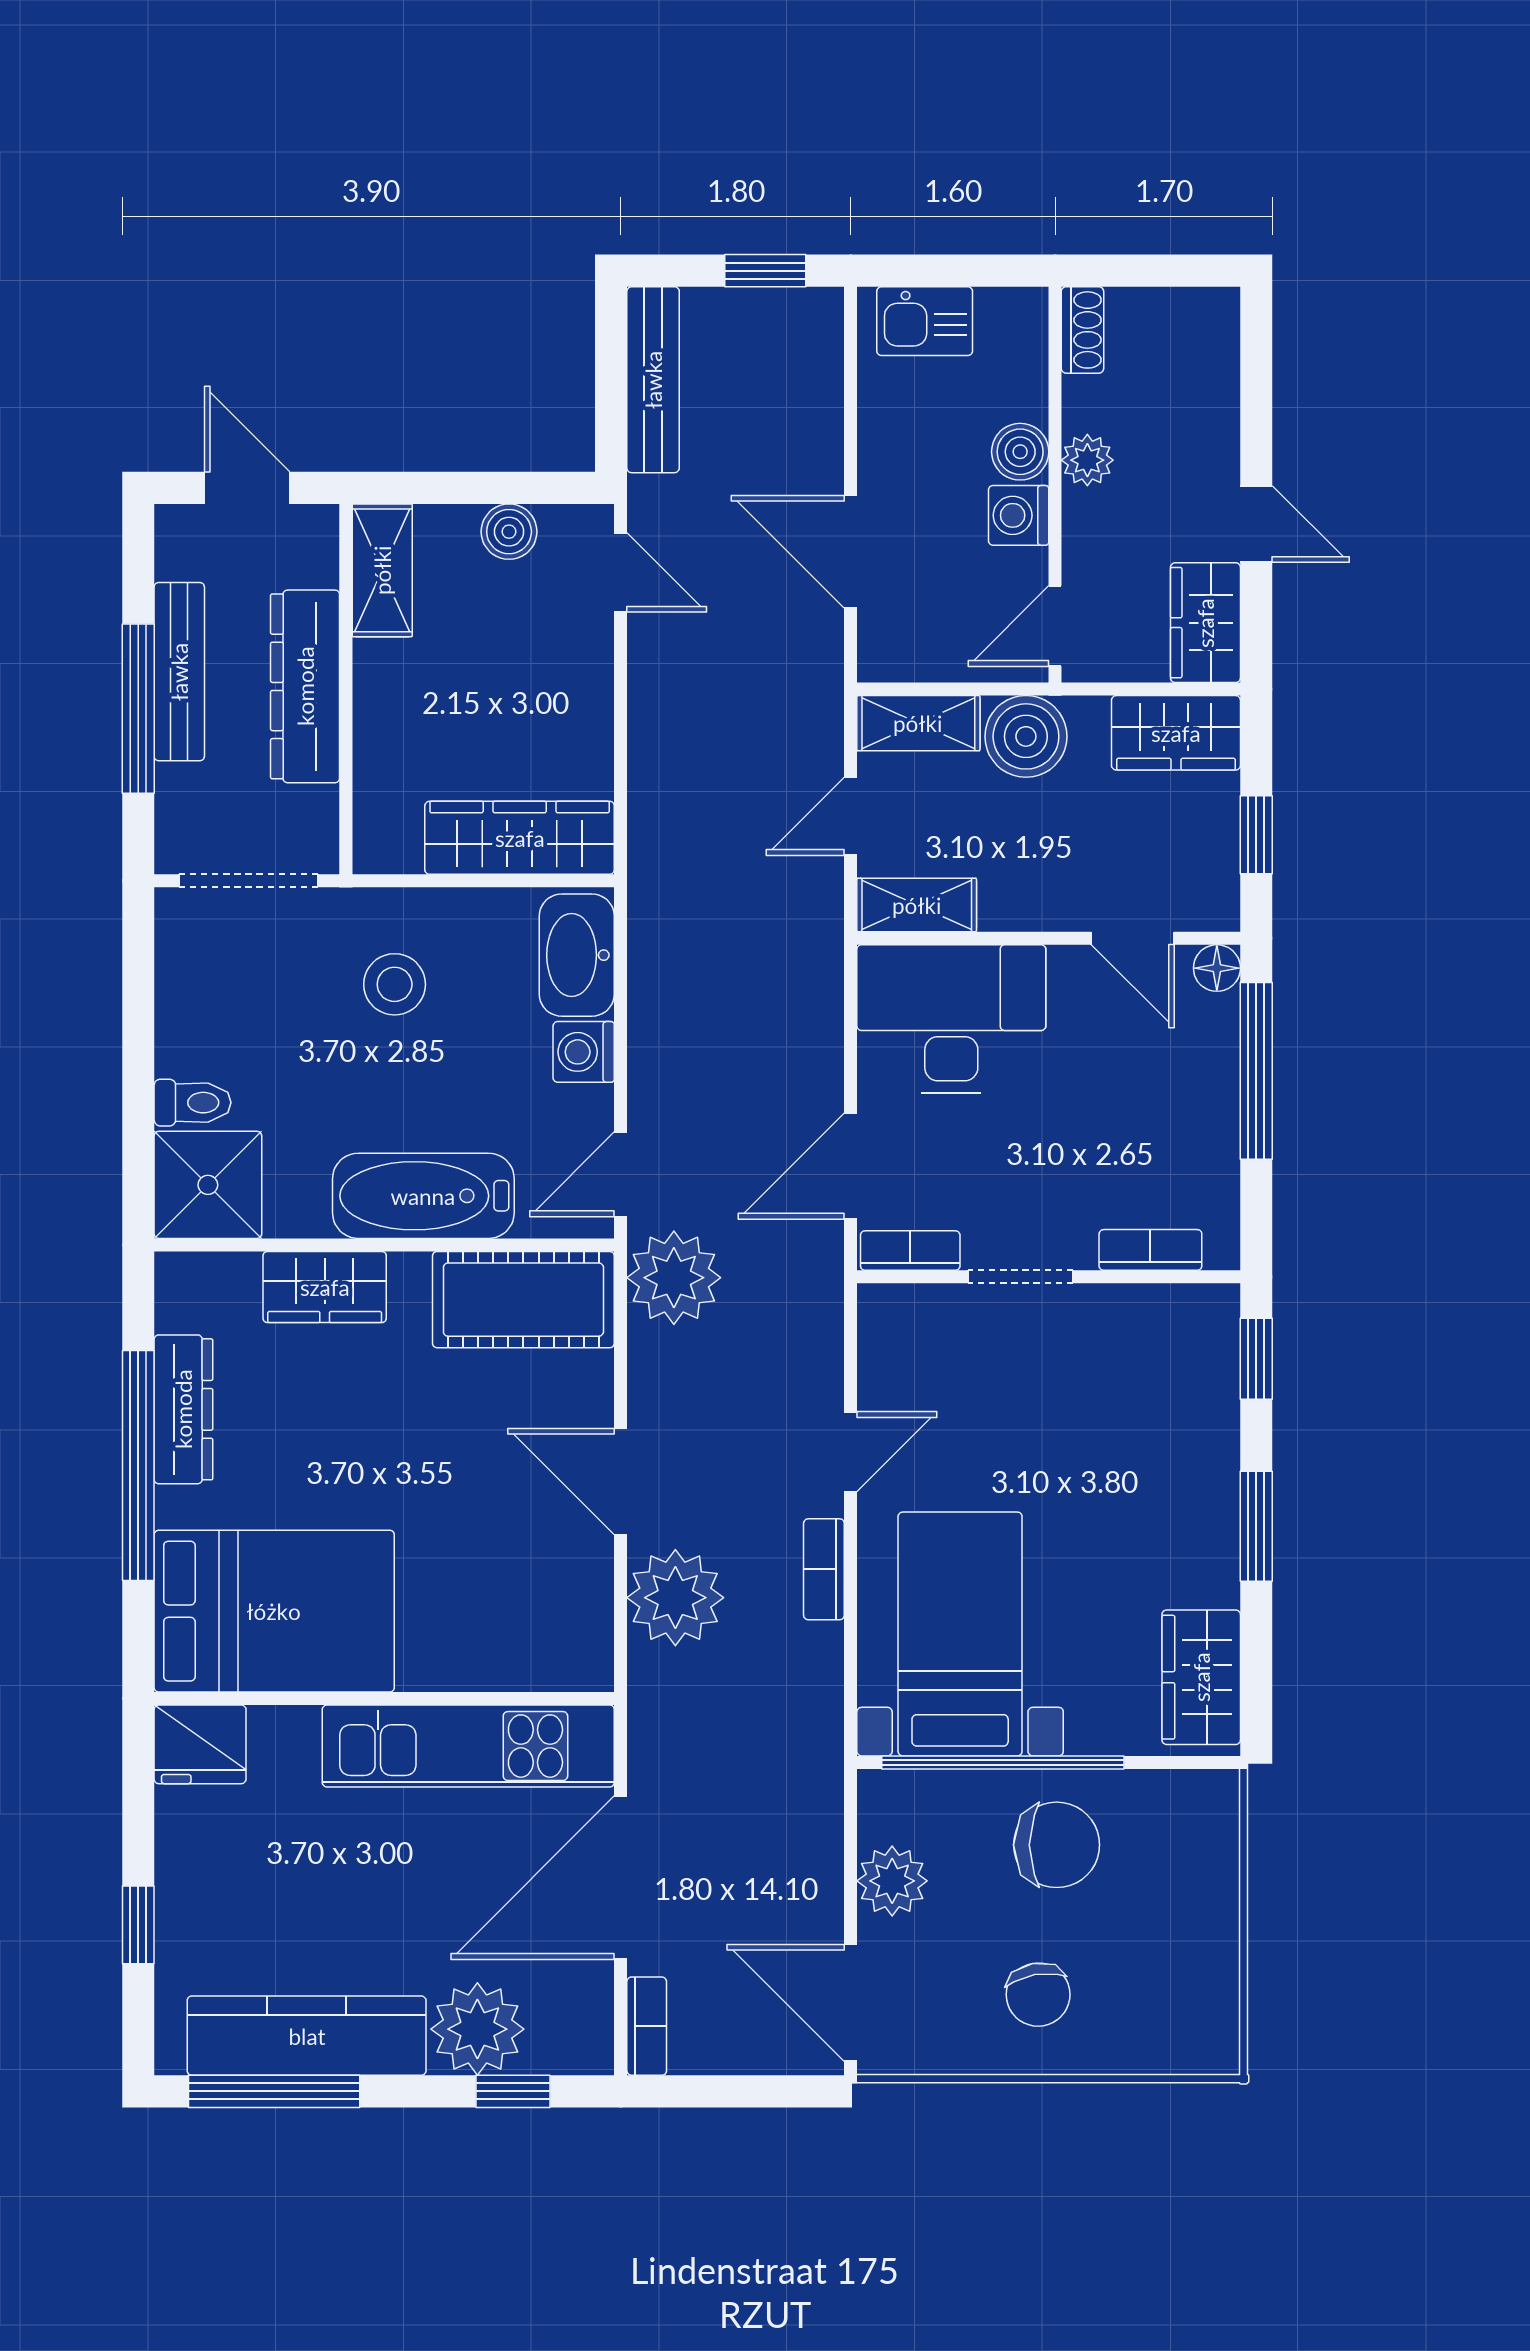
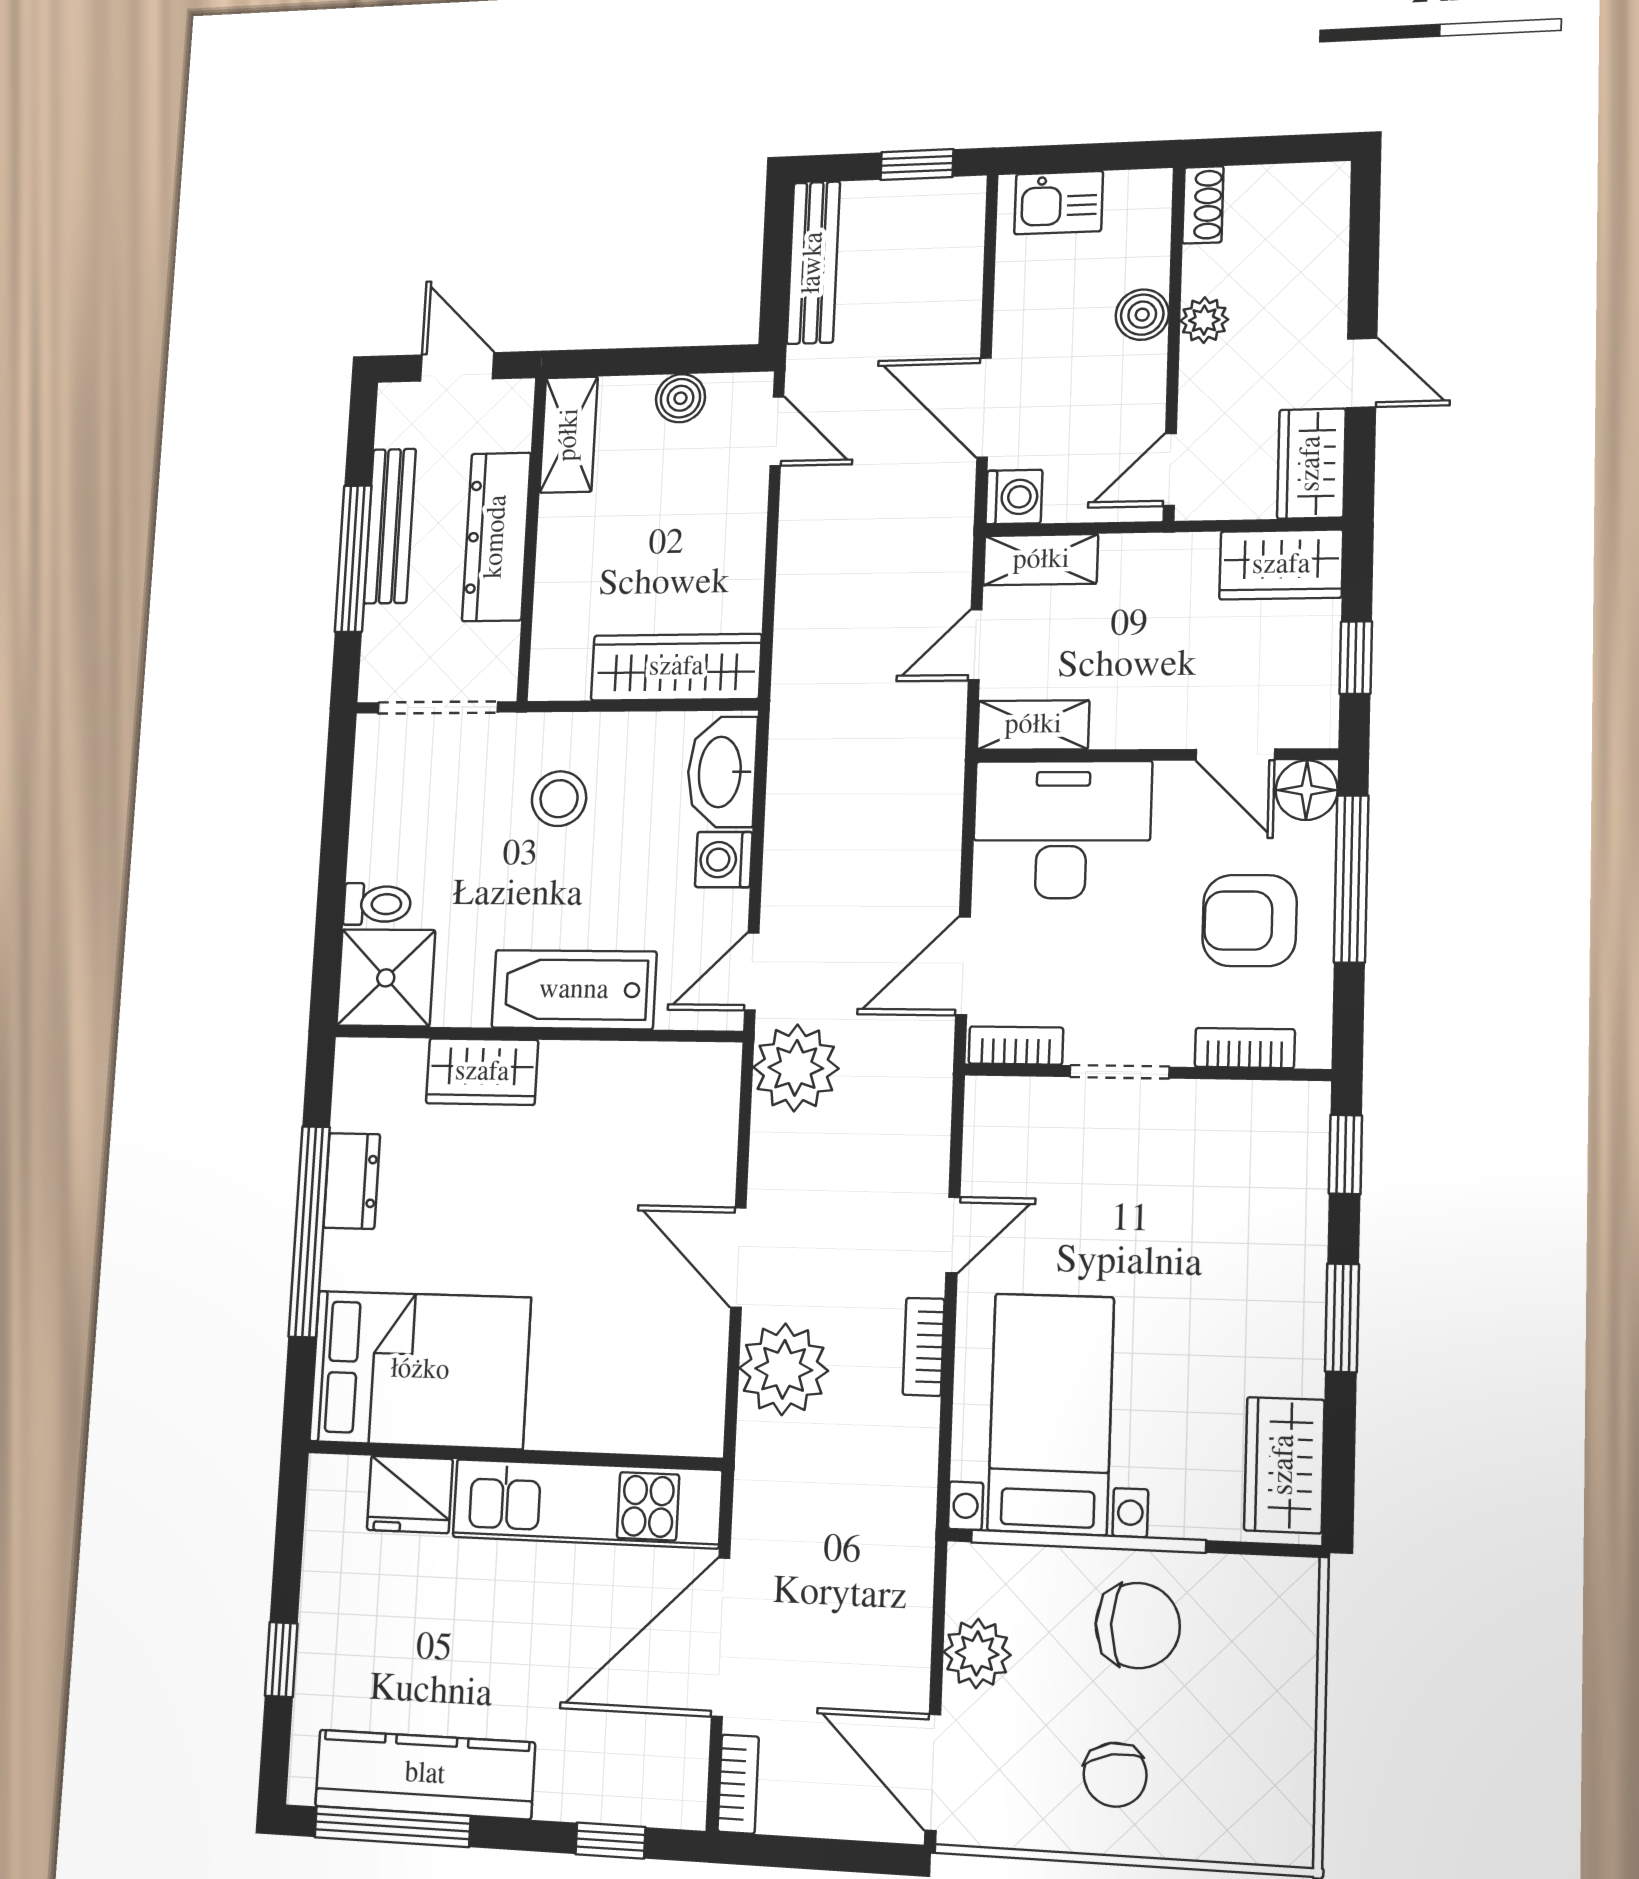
washing machine: (1019, 515) -> (1014, 497), moved, turned 180
boiler: (1026, 736) -> (1140, 570), removed
floor lamp: (1217, 968) -> (1307, 790), width x1.37, depth x1.37
armchair: (1152, 1116) -> (1250, 921), added
cot: (523, 1300) -> (658, 1086), removed
dresser: (183, 1409) -> (352, 1181), width x0.70
fridge: (200, 1744) -> (410, 1494), moved
plant: (477, 2029) -> (581, 1777), removed

